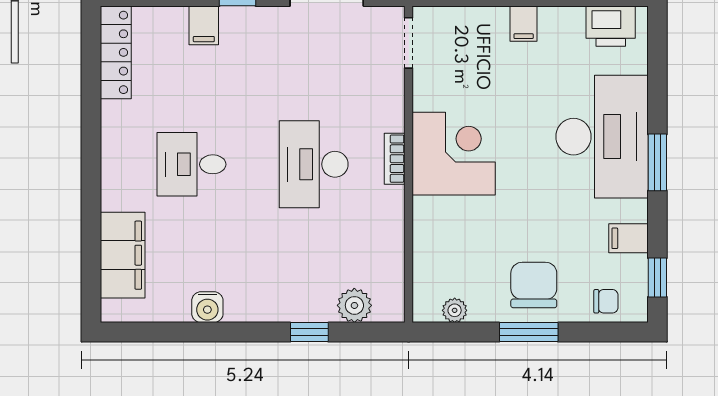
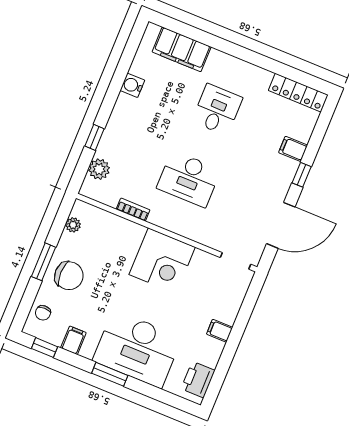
bookcase: (395, 159) -> (133, 210), moved
desk: (314, 164) -> (189, 179), turned 180

